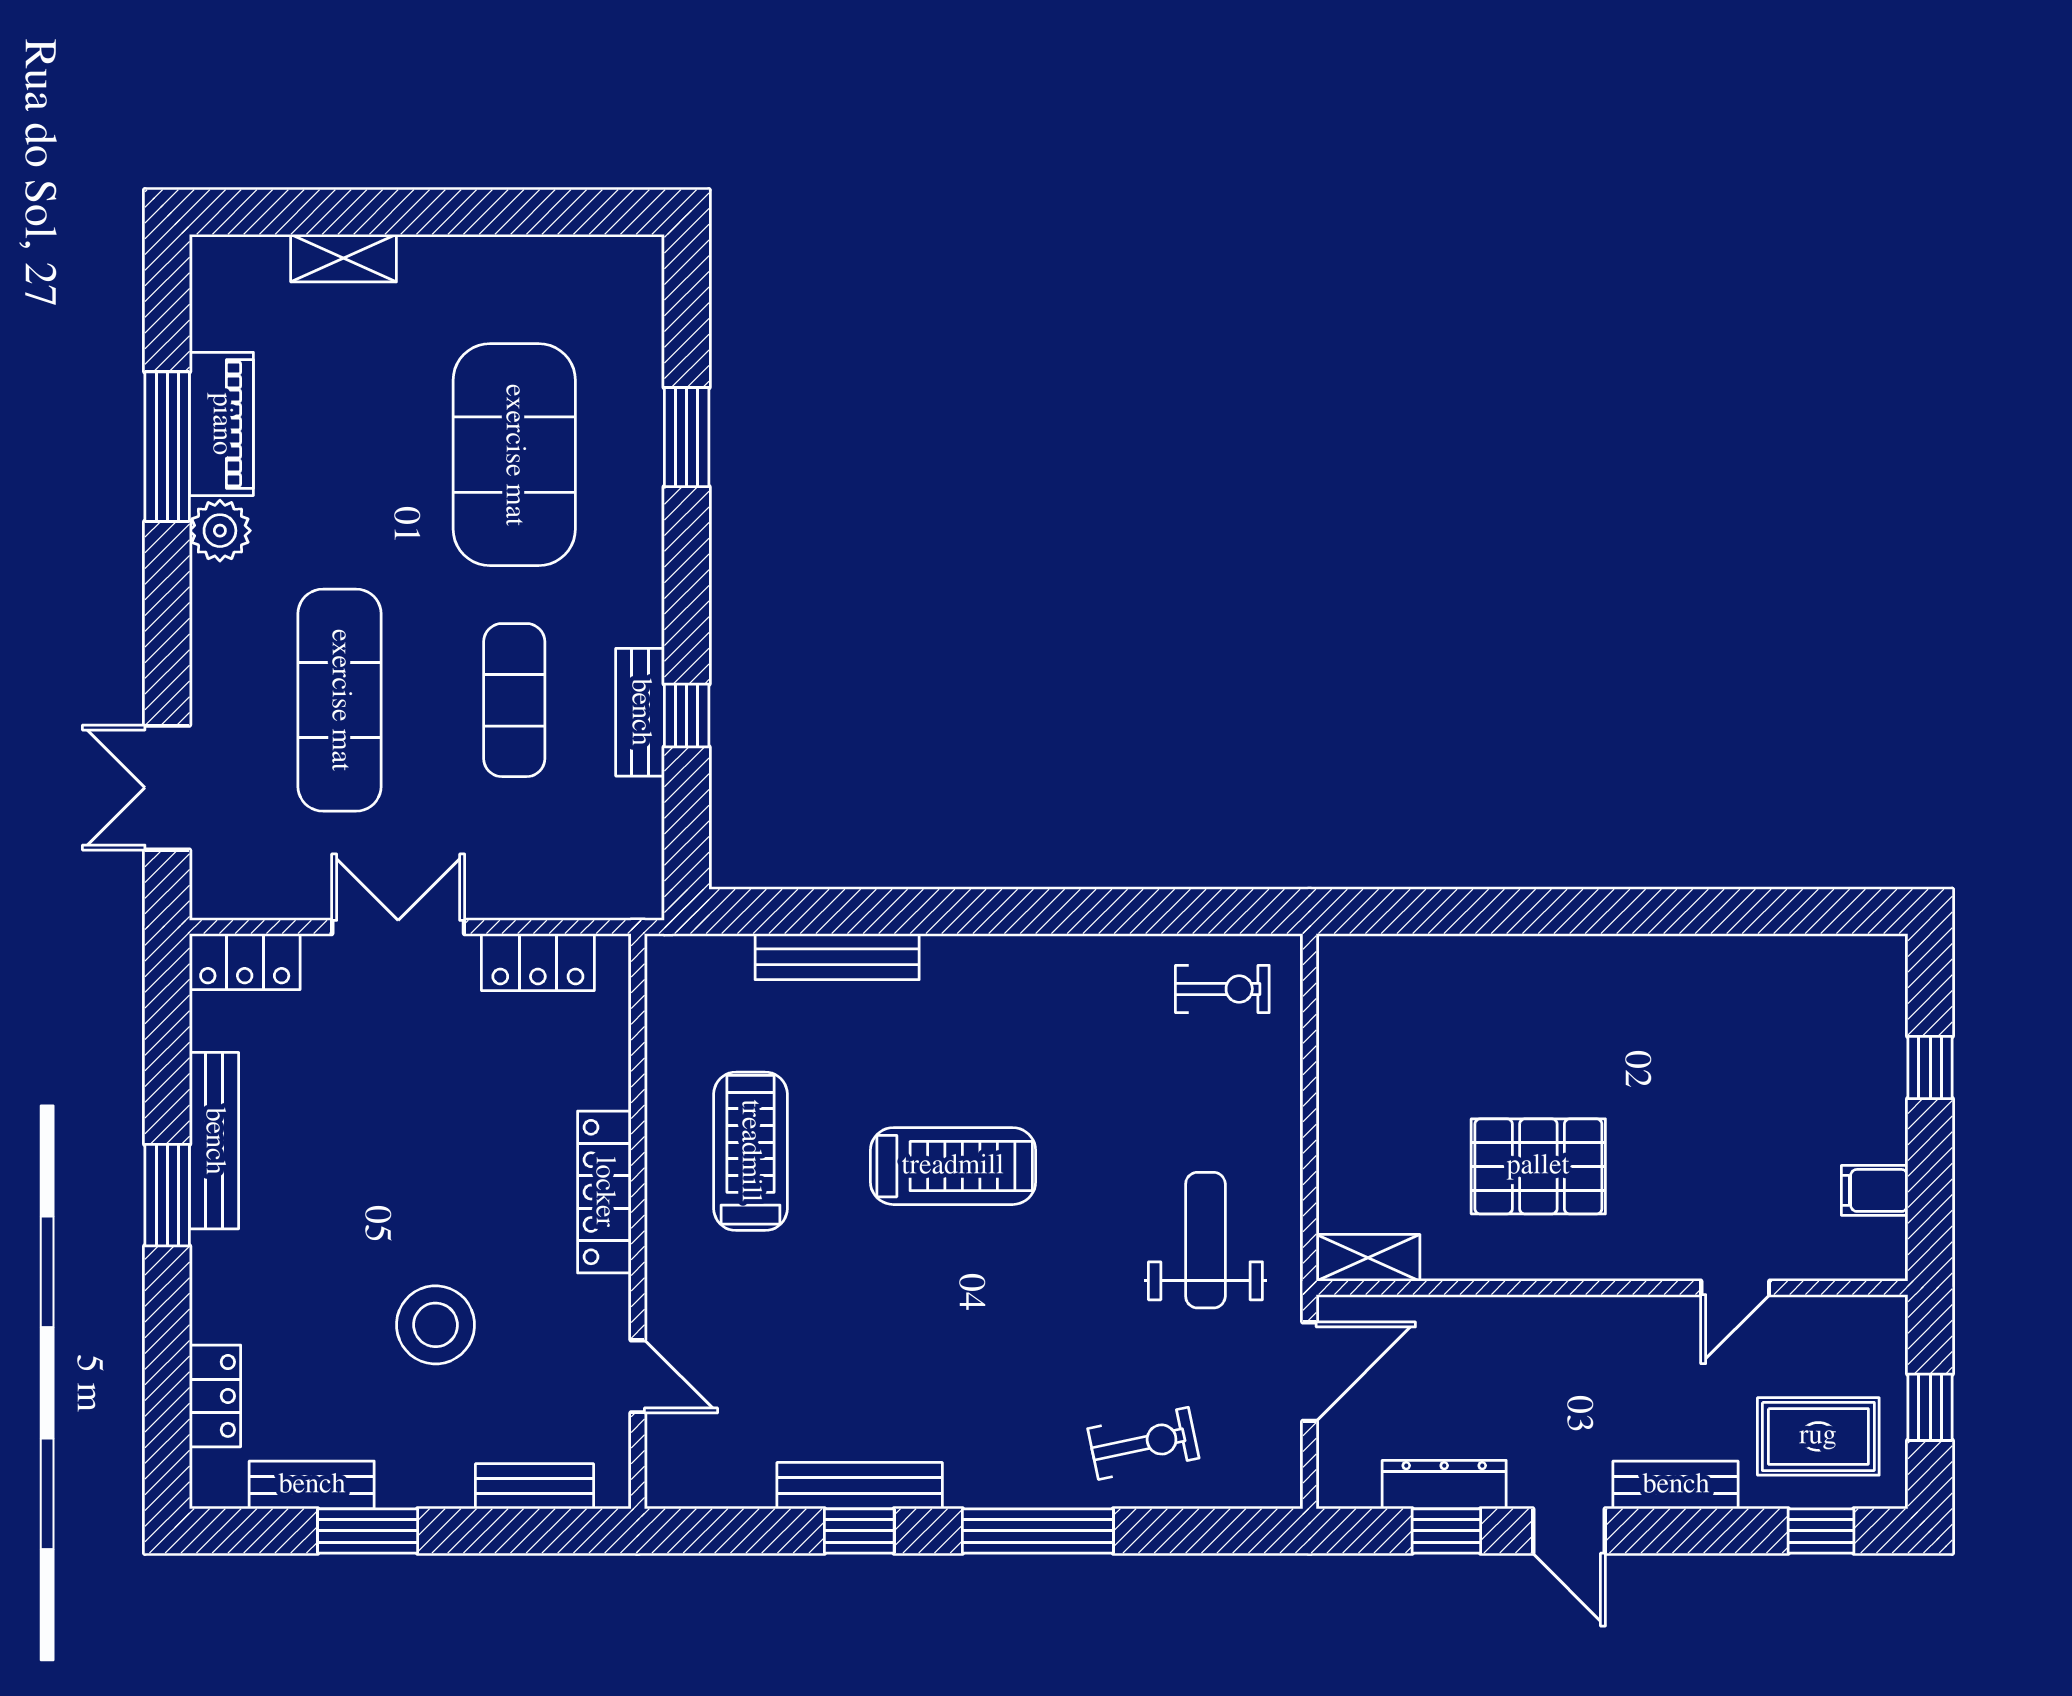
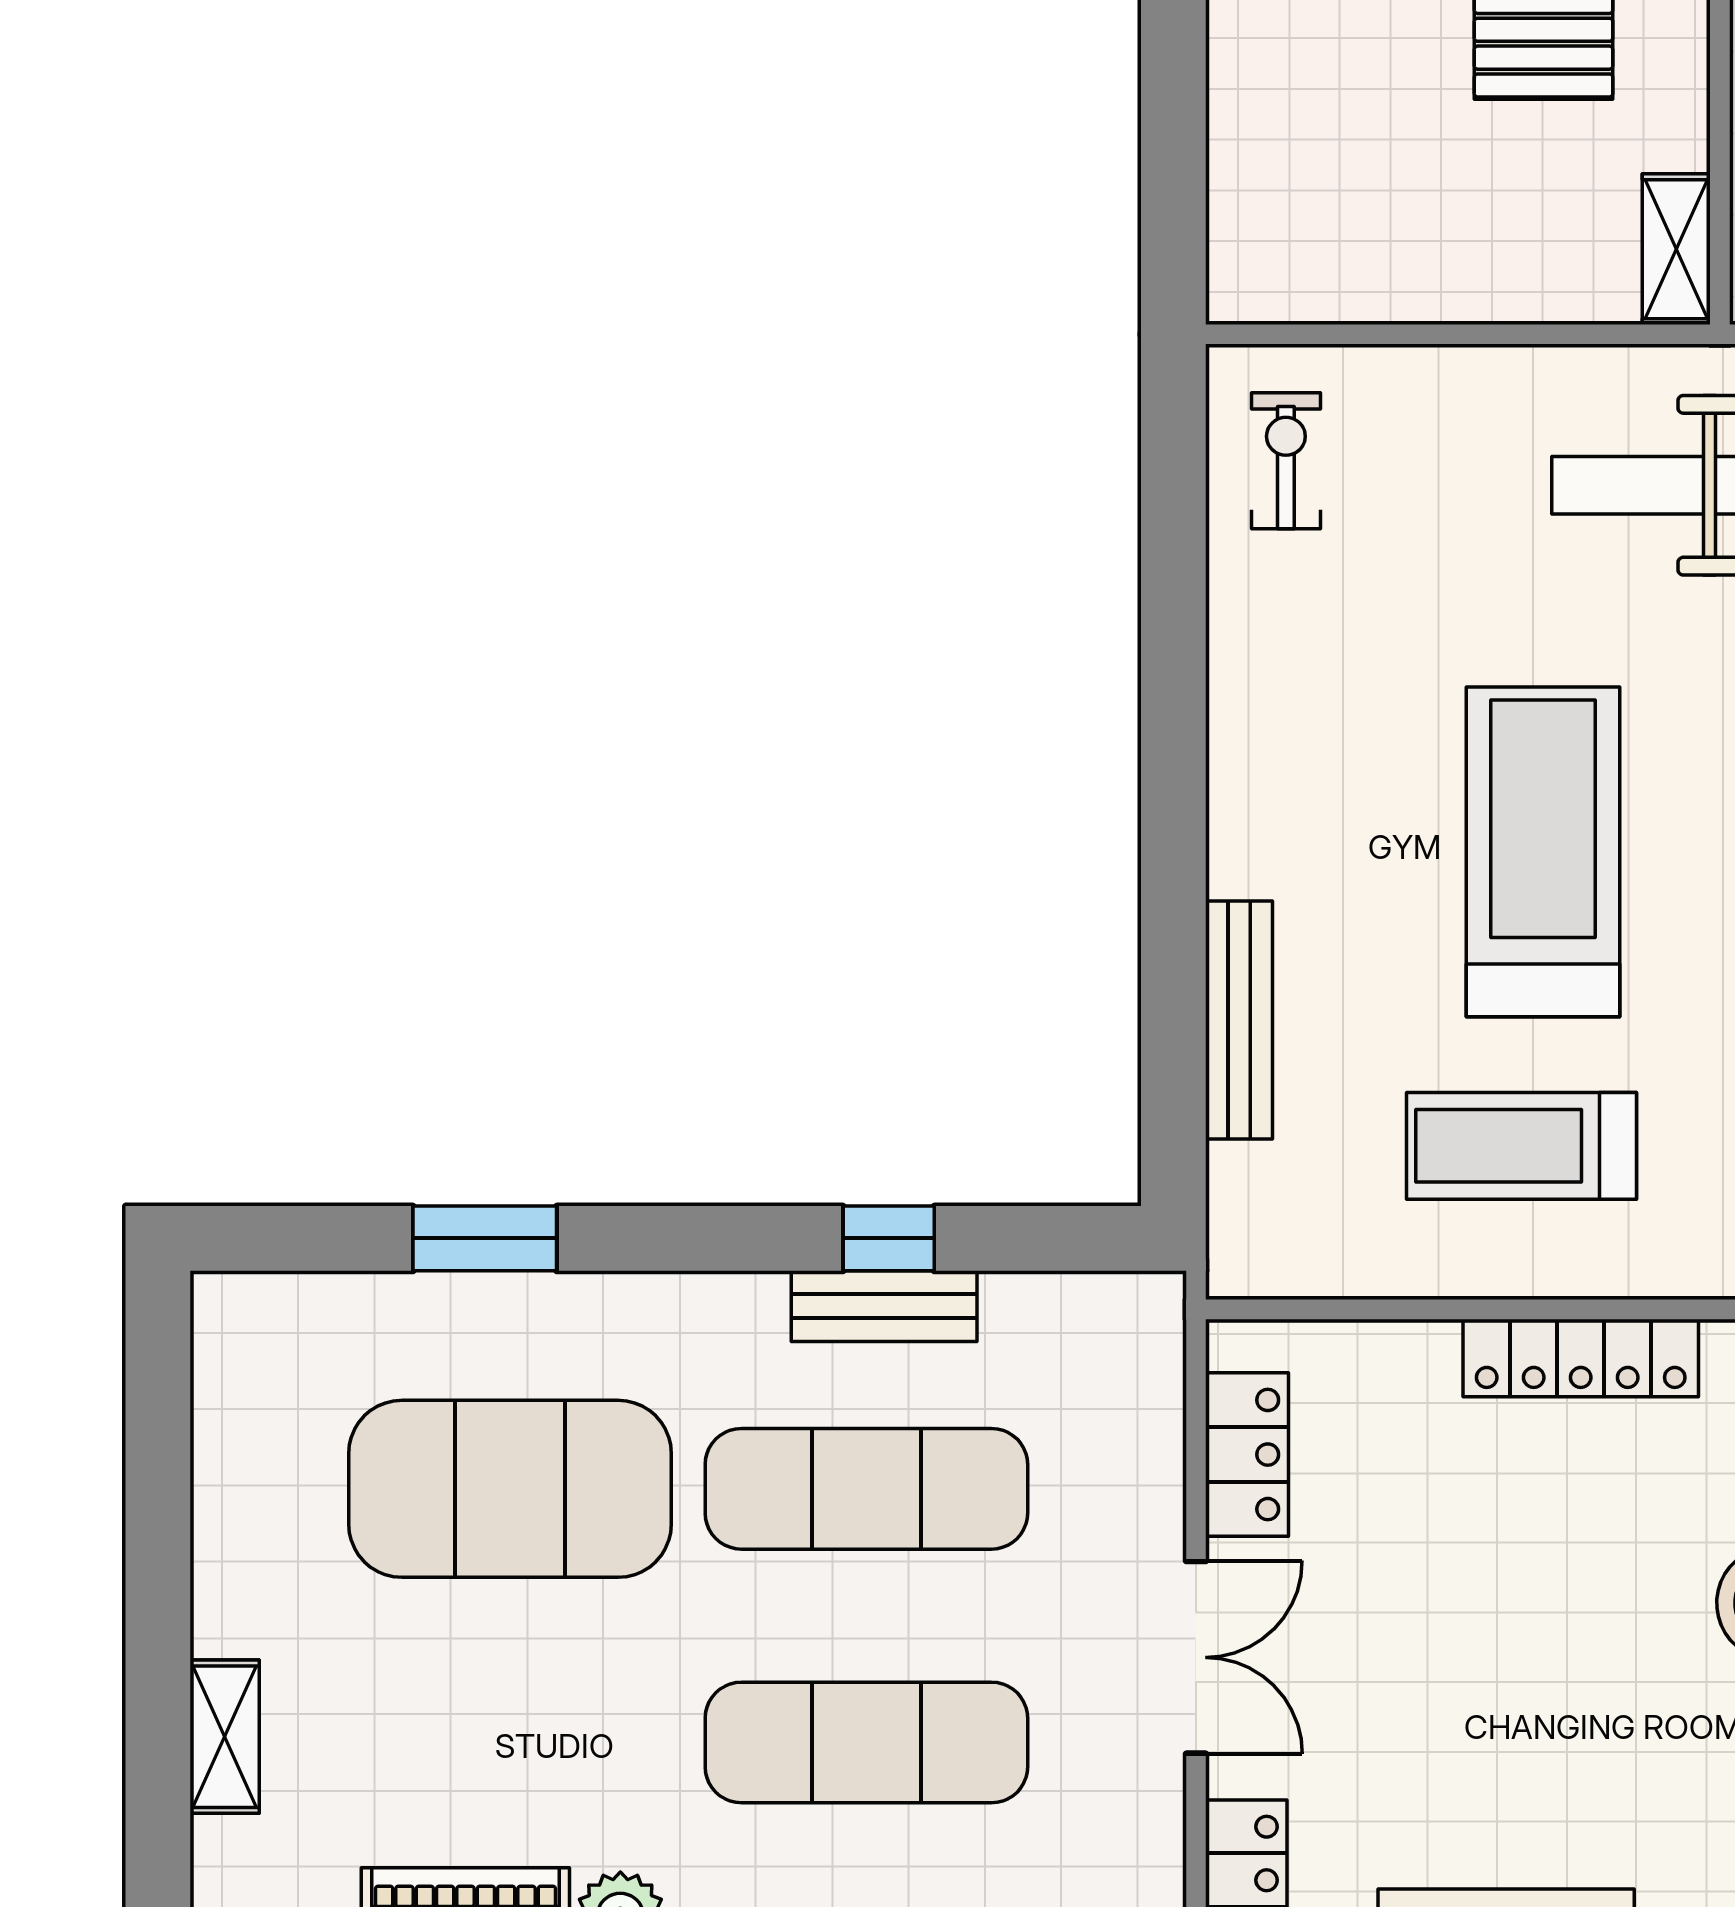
exercise mat: (514, 700) -> (866, 1489), width x1.36, depth x1.45
double door: (398, 927) -> (1196, 1657), swing flipped
treadmill: (953, 1166) -> (1543, 852), width x1.37, depth x1.38

